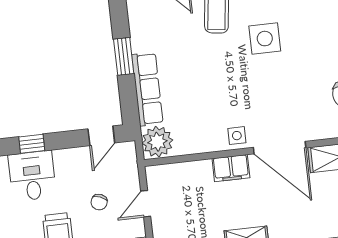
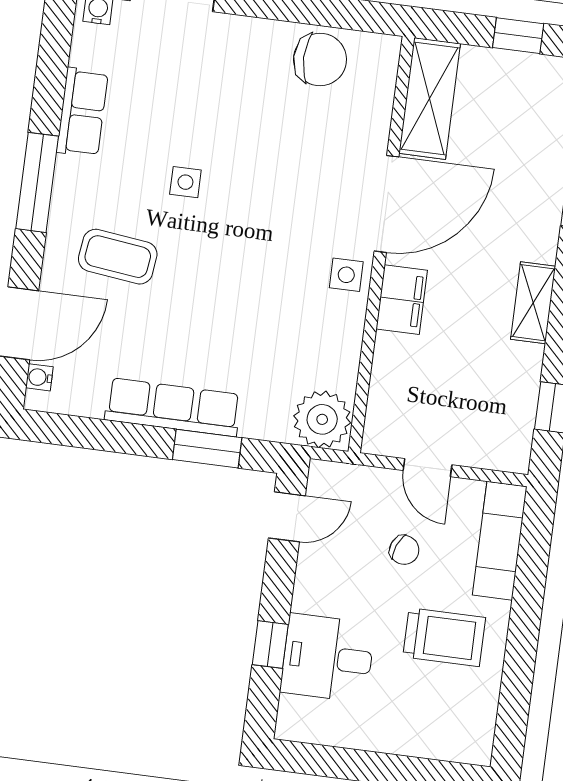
side table: (265, 39) -> (185, 182), width x0.54, depth x0.54
window: (124, 56) -> (207, 449), moved
row of seats: (147, 89) -> (173, 407), moved
door: (101, 136) -> (287, 517), hinge flipped

